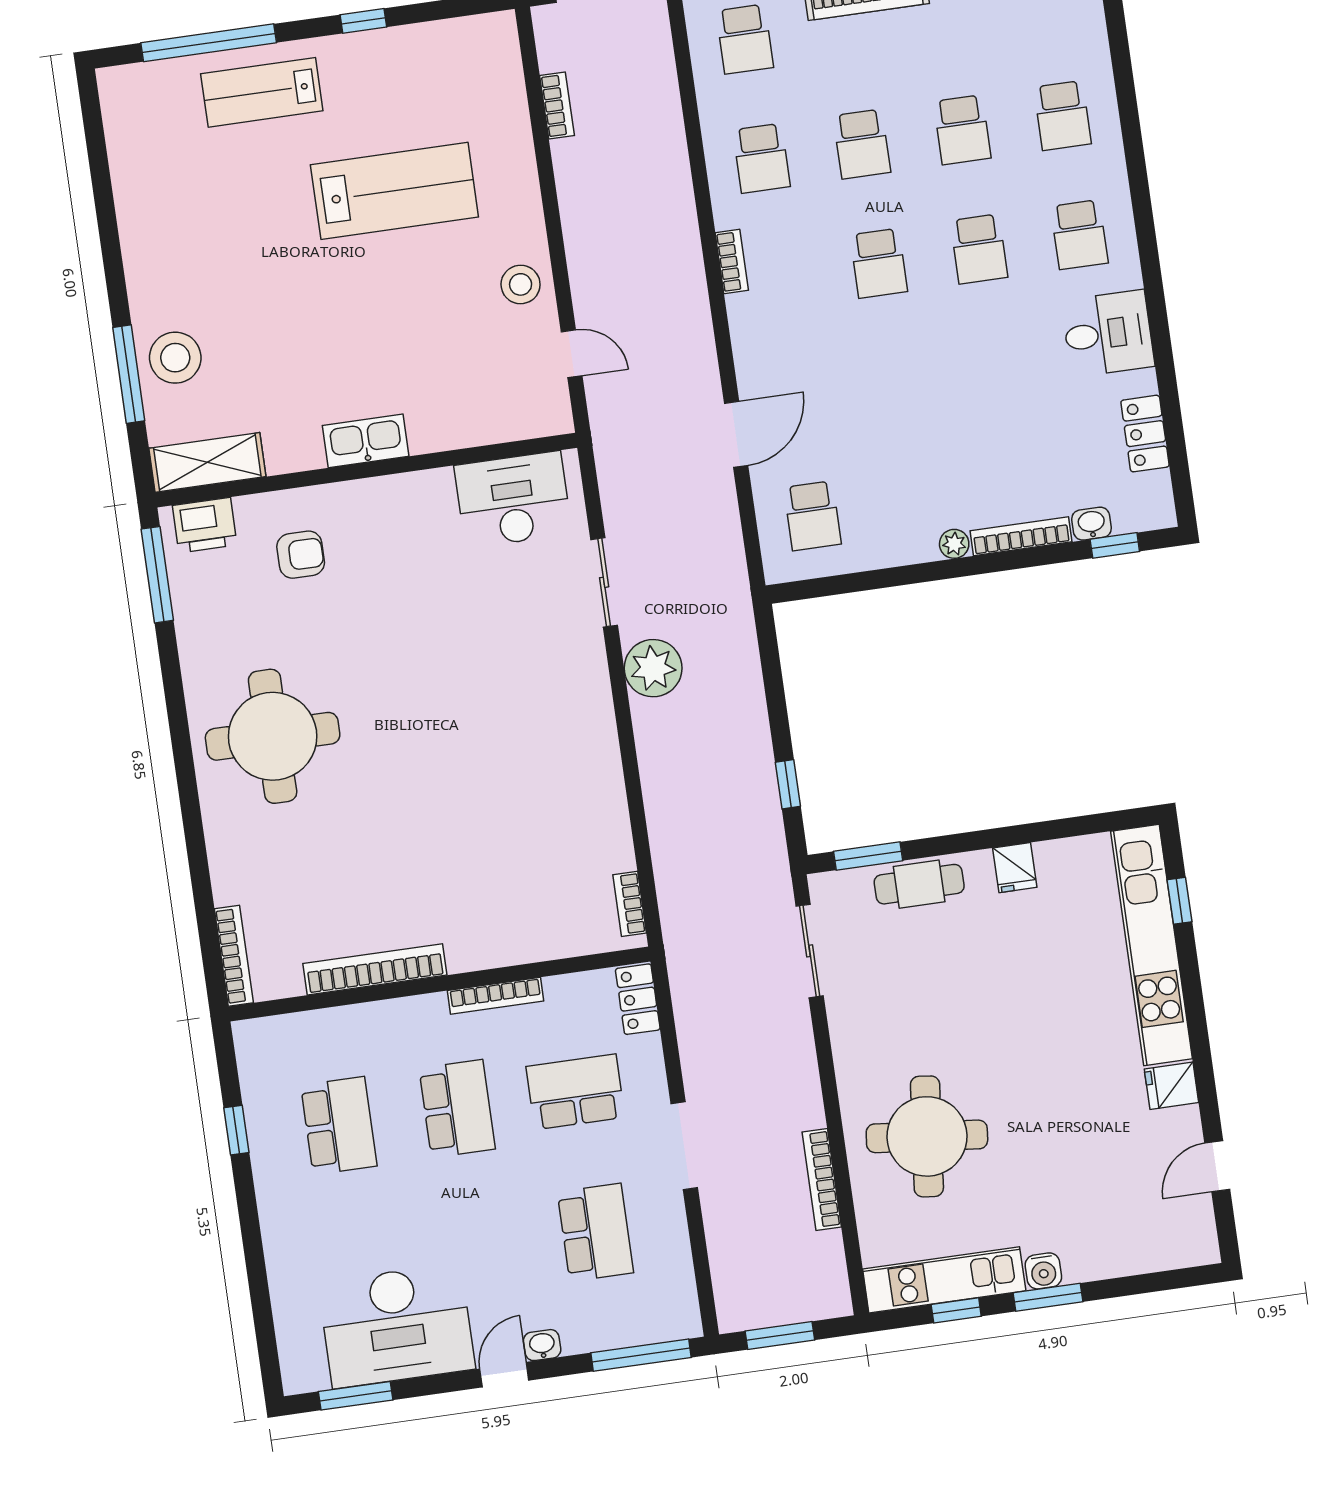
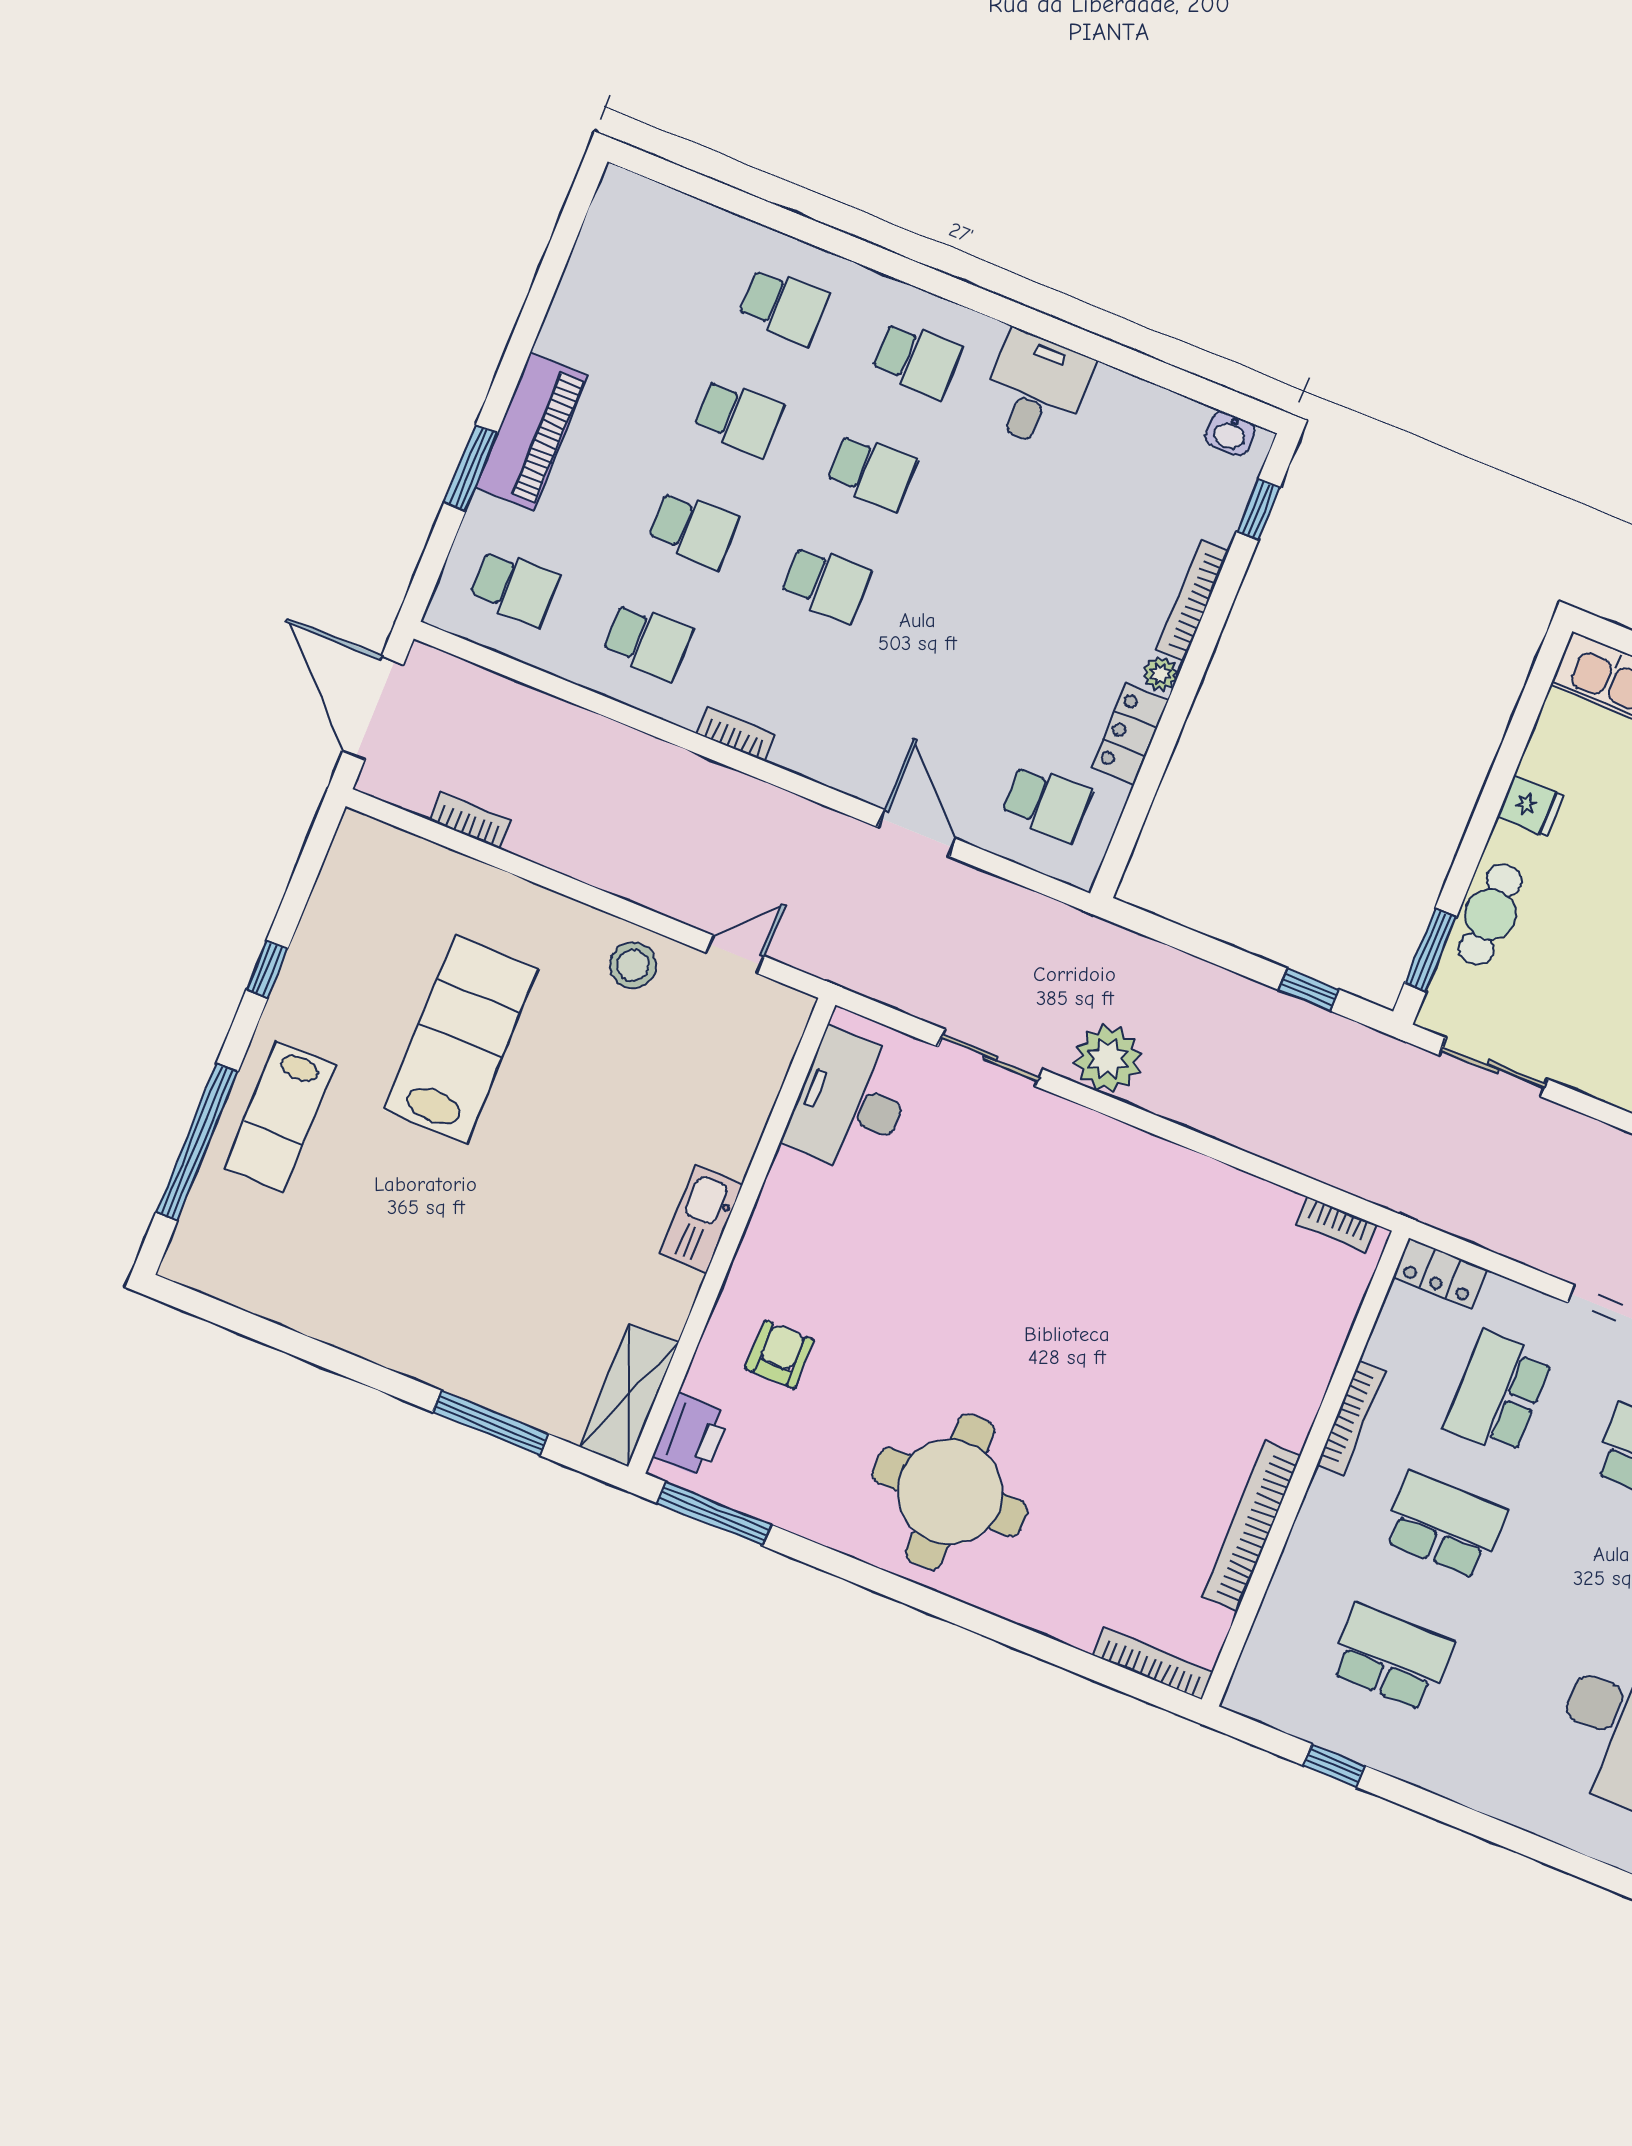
stool: (175, 358) -> (501, 1365), removed
locker: (1145, 434) -> (1130, 734), moved, turned 90
washbasin: (1092, 524) -> (1230, 434), moved, turned -90

